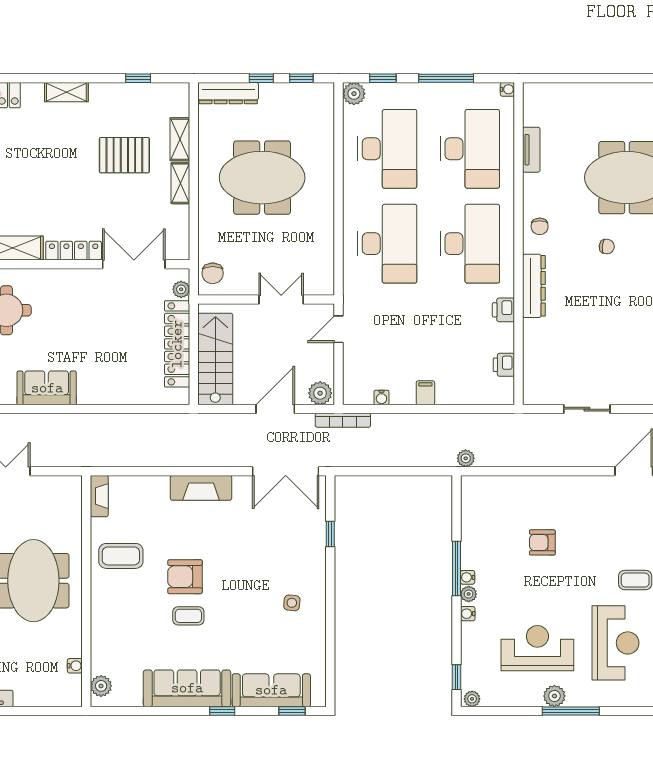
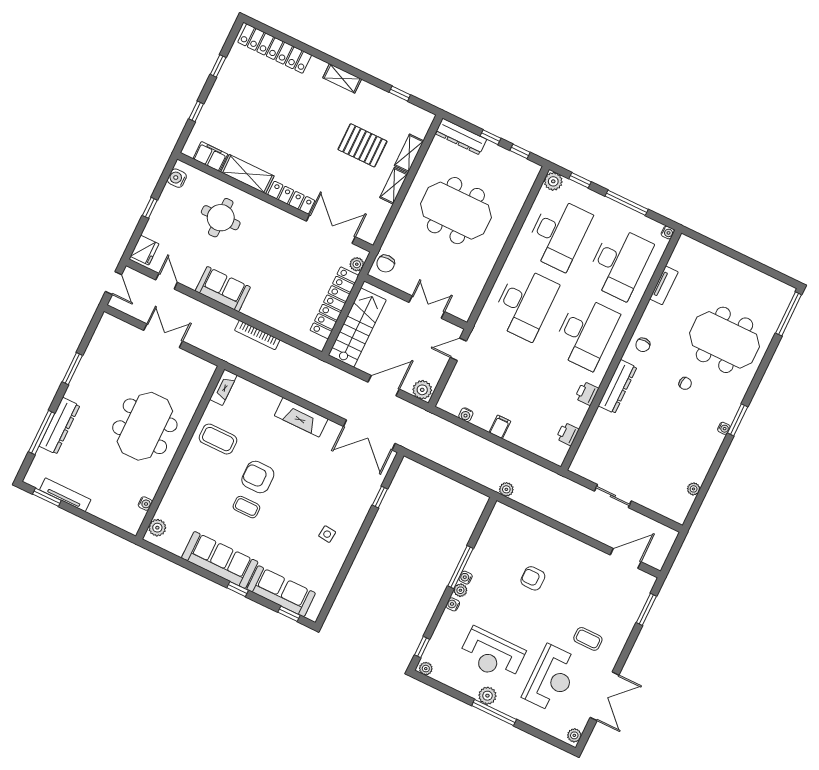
bookcase: (343, 420) -> (257, 335), moved
reception desk: (537, 648) -> (492, 654), turned 180

